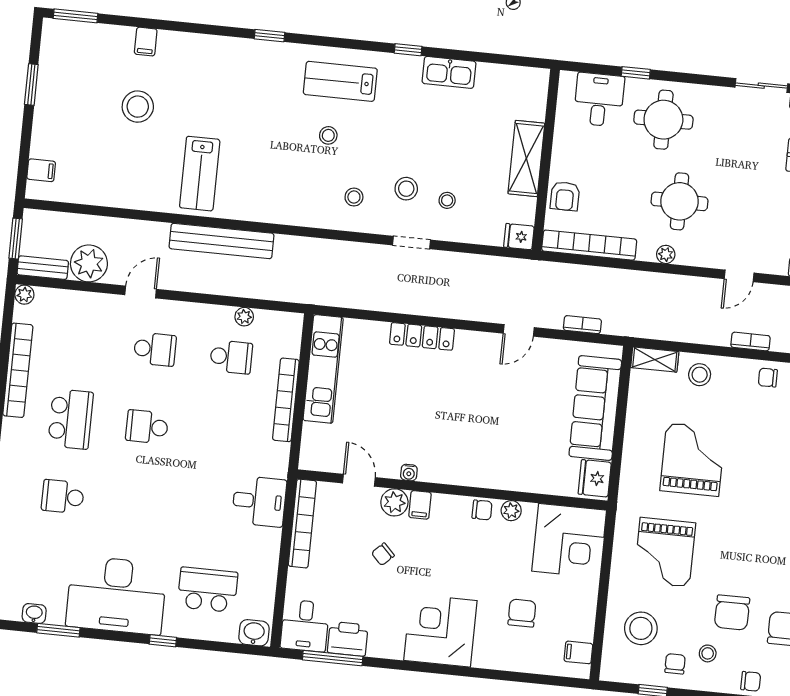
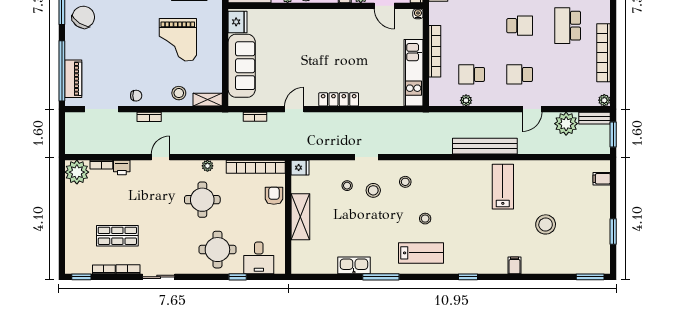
filing cabinet: (146, 42) -> (515, 265), moved
window: (408, 50) -> (381, 277), width x2.17
locker: (422, 336) -> (339, 99), moved
water cooler: (409, 473) -> (418, 14), moved

